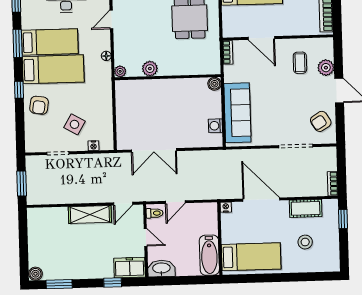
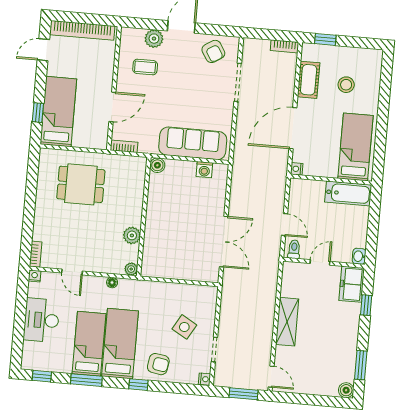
nightstand: (94, 146) -> (205, 379), moved
door: (123, 204) -> (271, 377), moved
washbasin: (161, 268) -> (359, 256), width x0.52, depth x0.69

